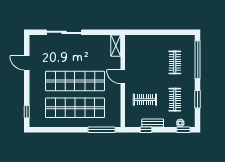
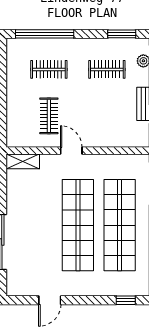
door: (123, 77) -> (71, 151), swing flipped
window: (198, 99) -> (122, 34), moved
clothes rail: (145, 100) -> (49, 116), moved

